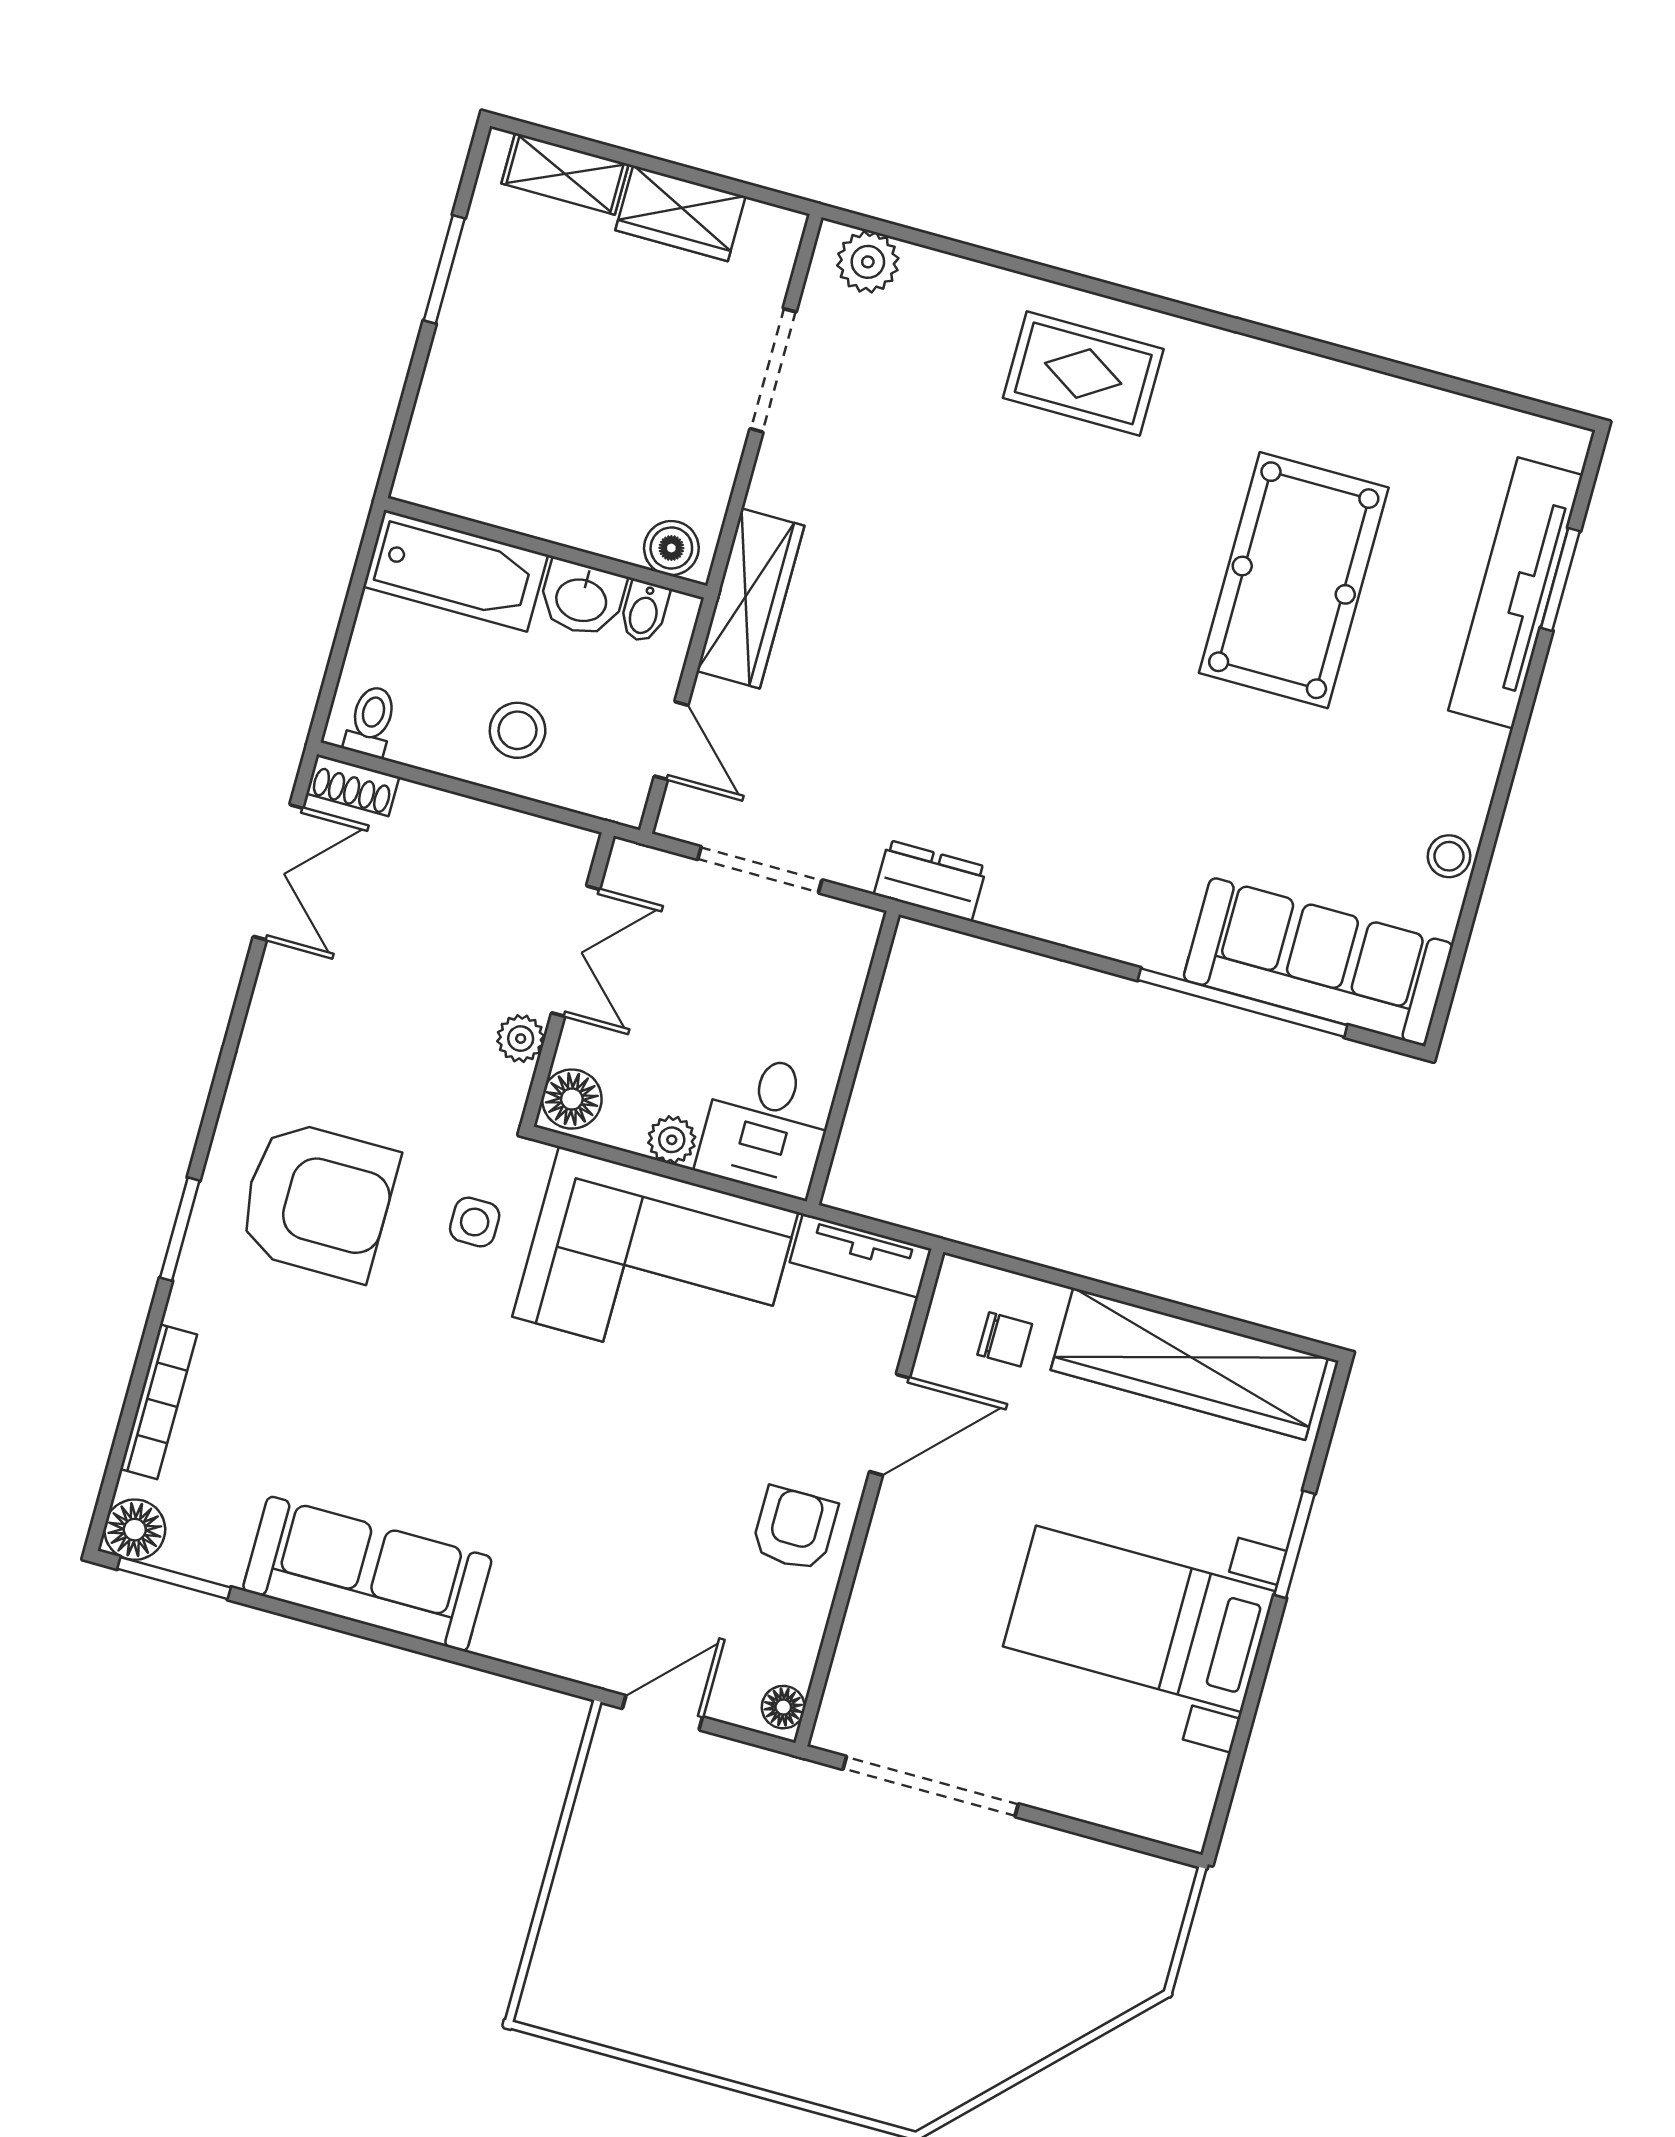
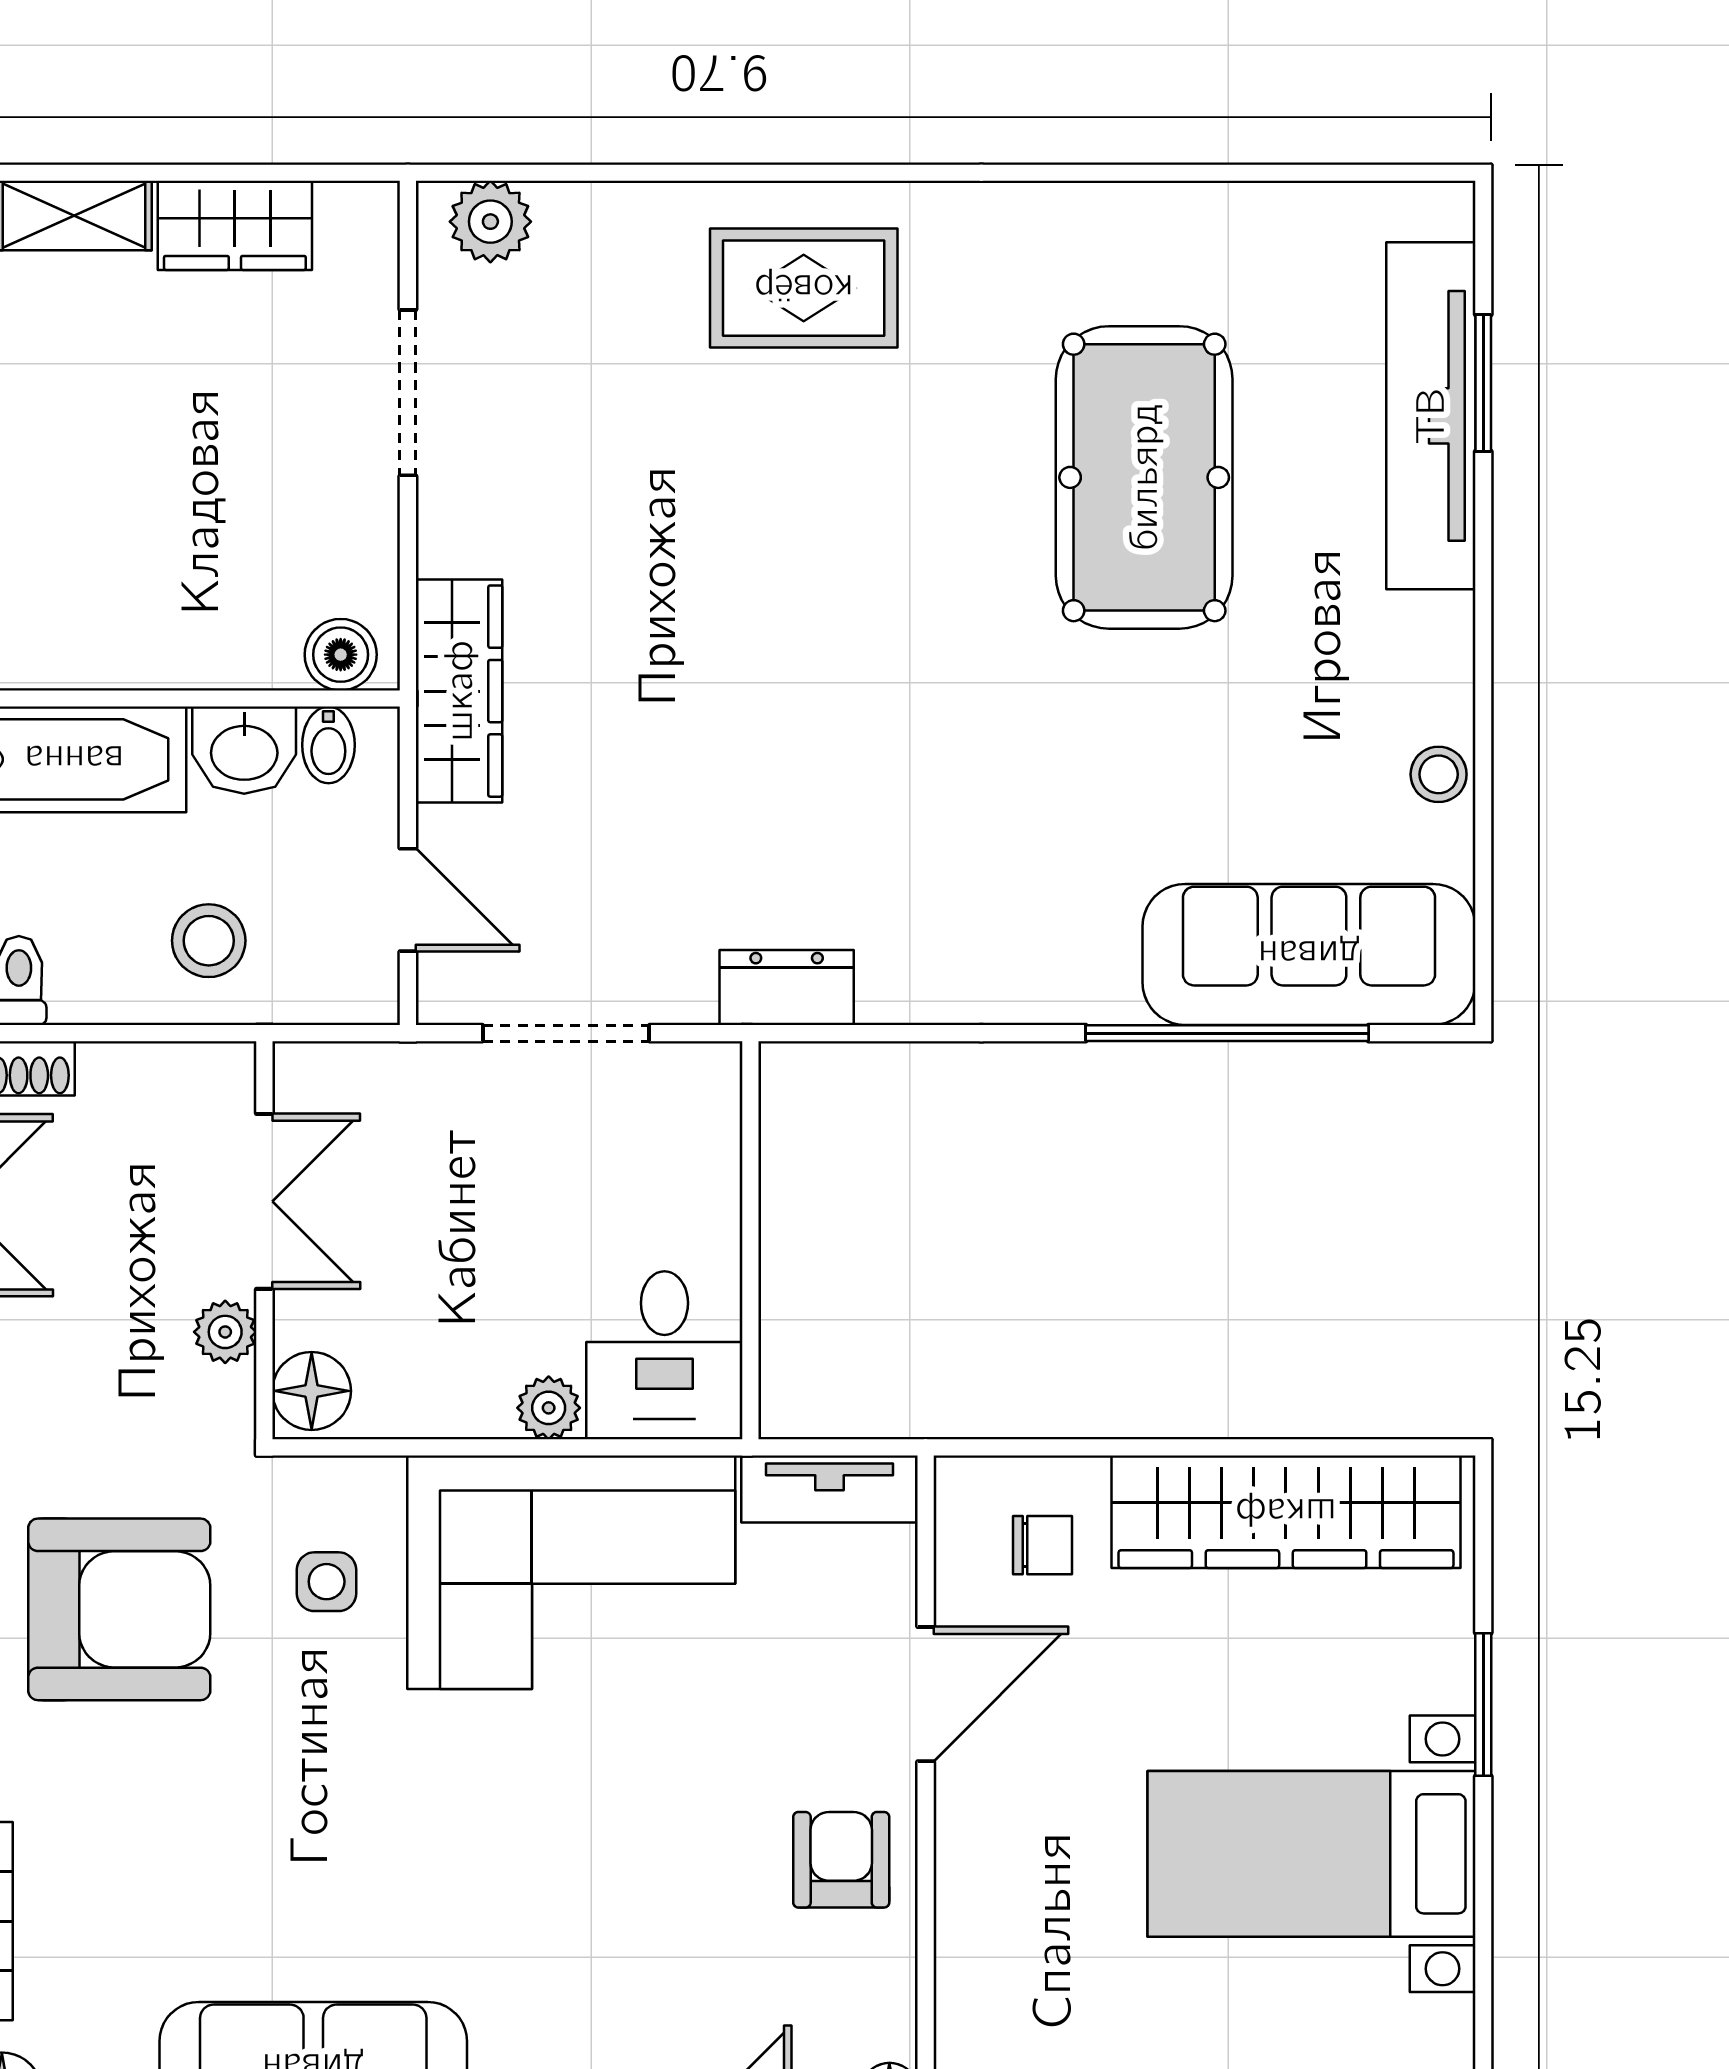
double door: (576, 951) -> (264, 1201), moved
wall: (568, 979) -> (264, 1240), moved
plant: (521, 1039) -> (225, 1332), moved
floor lamp: (572, 1099) -> (312, 1391), moved

